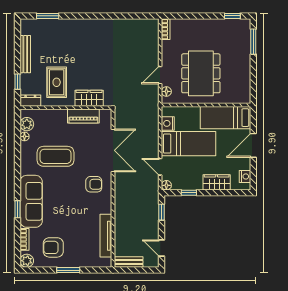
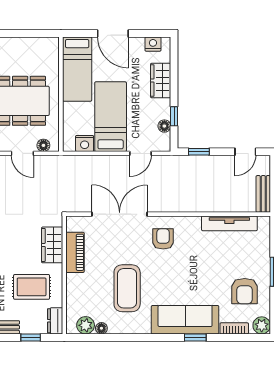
floor lamp: (166, 185) -> (164, 126), moved

